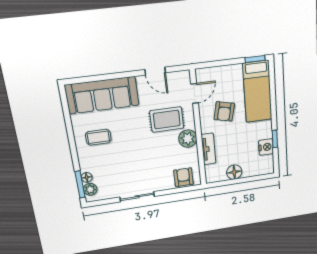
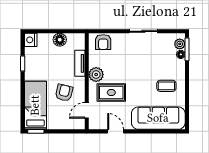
nightstand: (266, 147) -> (31, 40), moved

